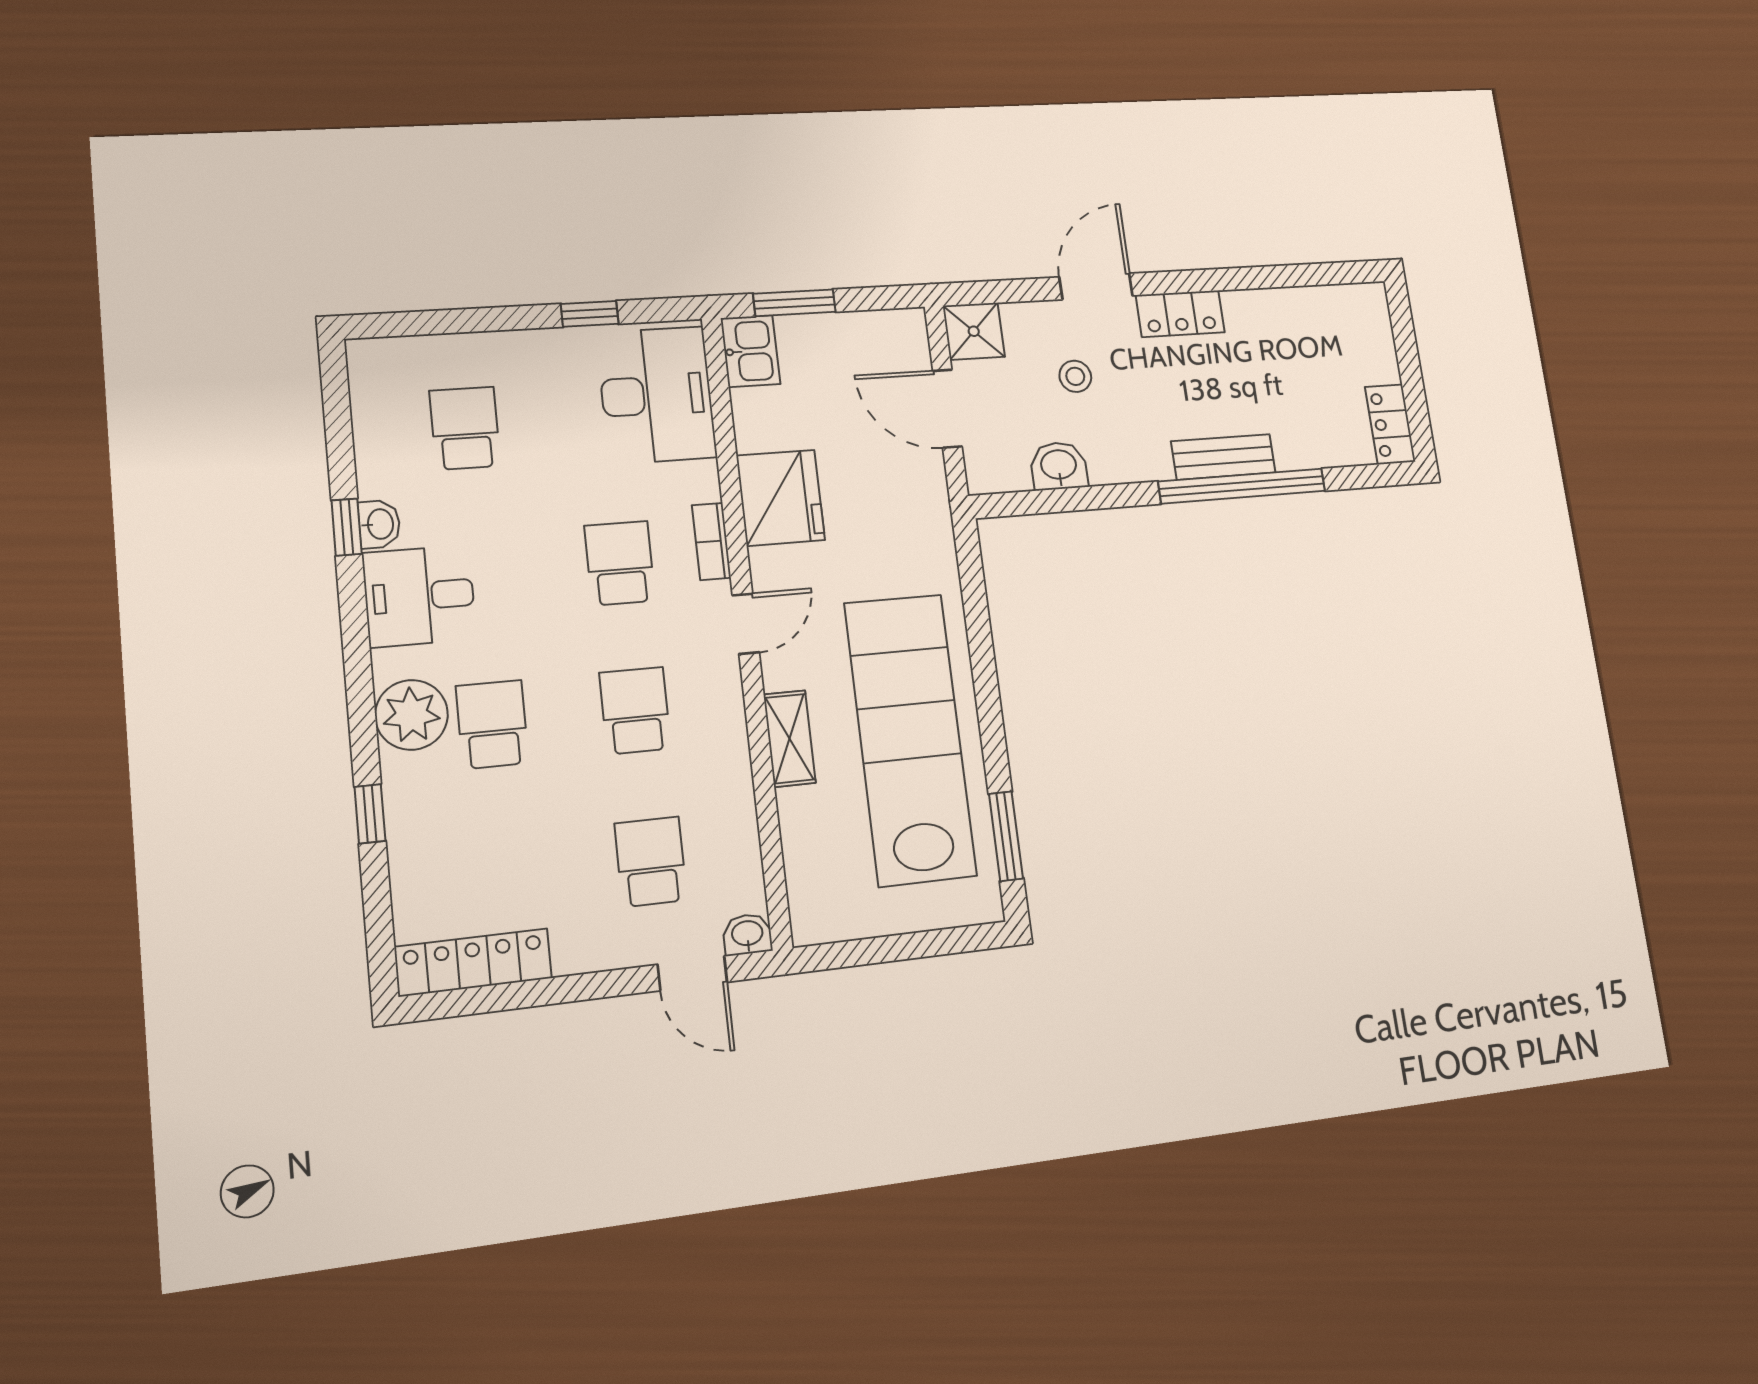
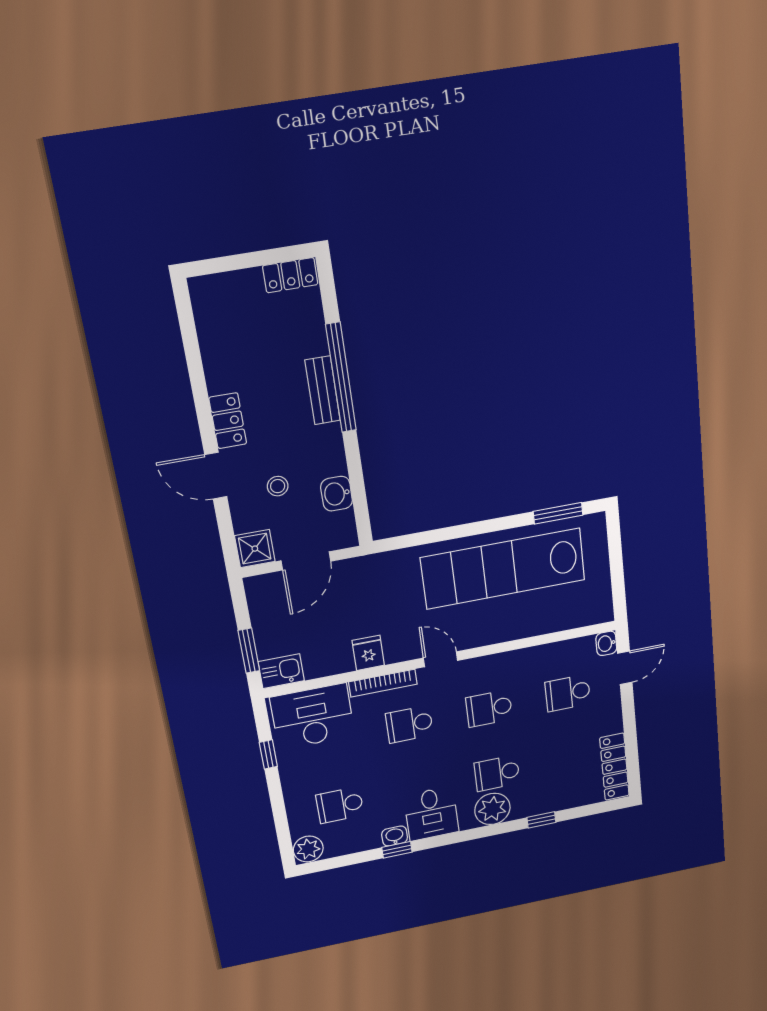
plant: (377, 364) -> (308, 849), added
fridge: (781, 498) -> (368, 653), width x0.53, depth x0.75
bookcase: (711, 541) -> (383, 683), width x1.56
shelving: (790, 739) -> (503, 632), removed

